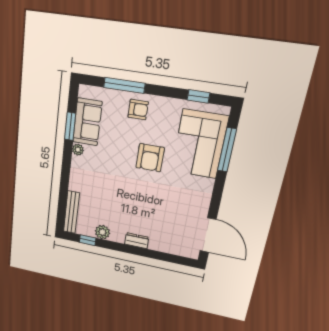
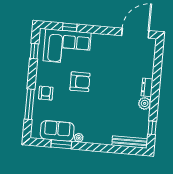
window: (227, 150) -> (70, 27), width x0.46
plant: (102, 232) -> (145, 103), moved

